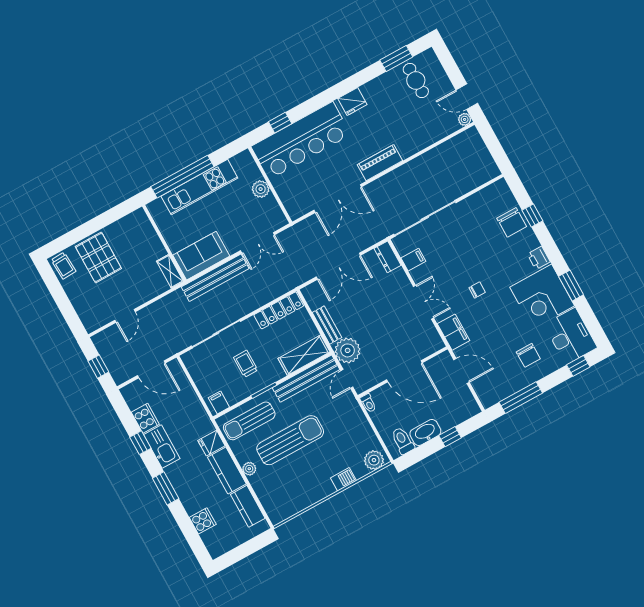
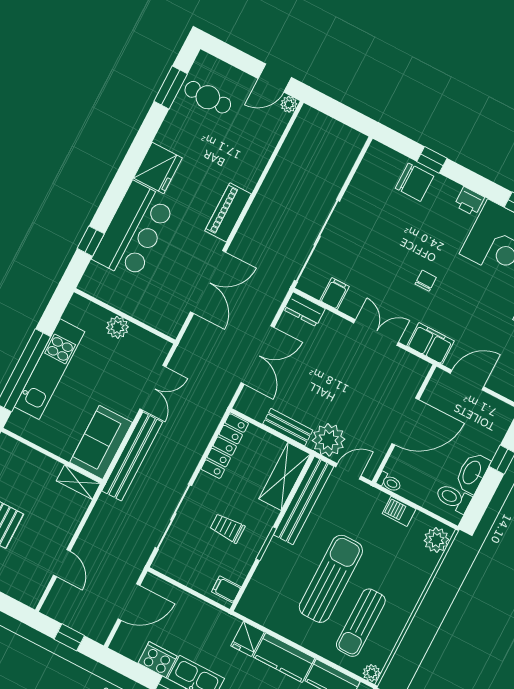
fridge: (352, 102) -> (158, 168), width x1.36, depth x1.34
bar counter: (301, 141) -> (134, 231), width x0.73
door: (347, 379) -> (348, 471), swing flipped
sun lounger: (249, 421) -> (361, 623), moved
plant: (249, 469) -> (372, 673), moved
barbecue: (343, 479) -> (399, 511), moved, turned -90

